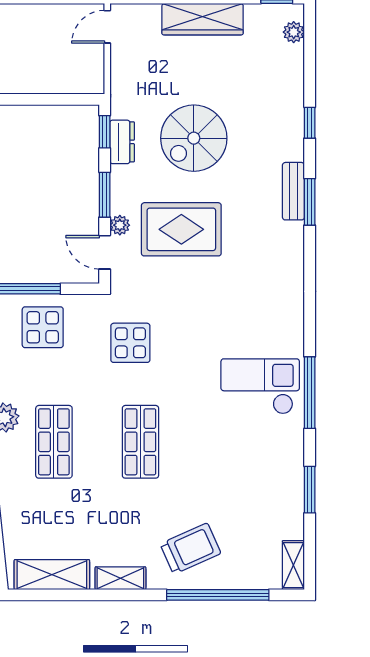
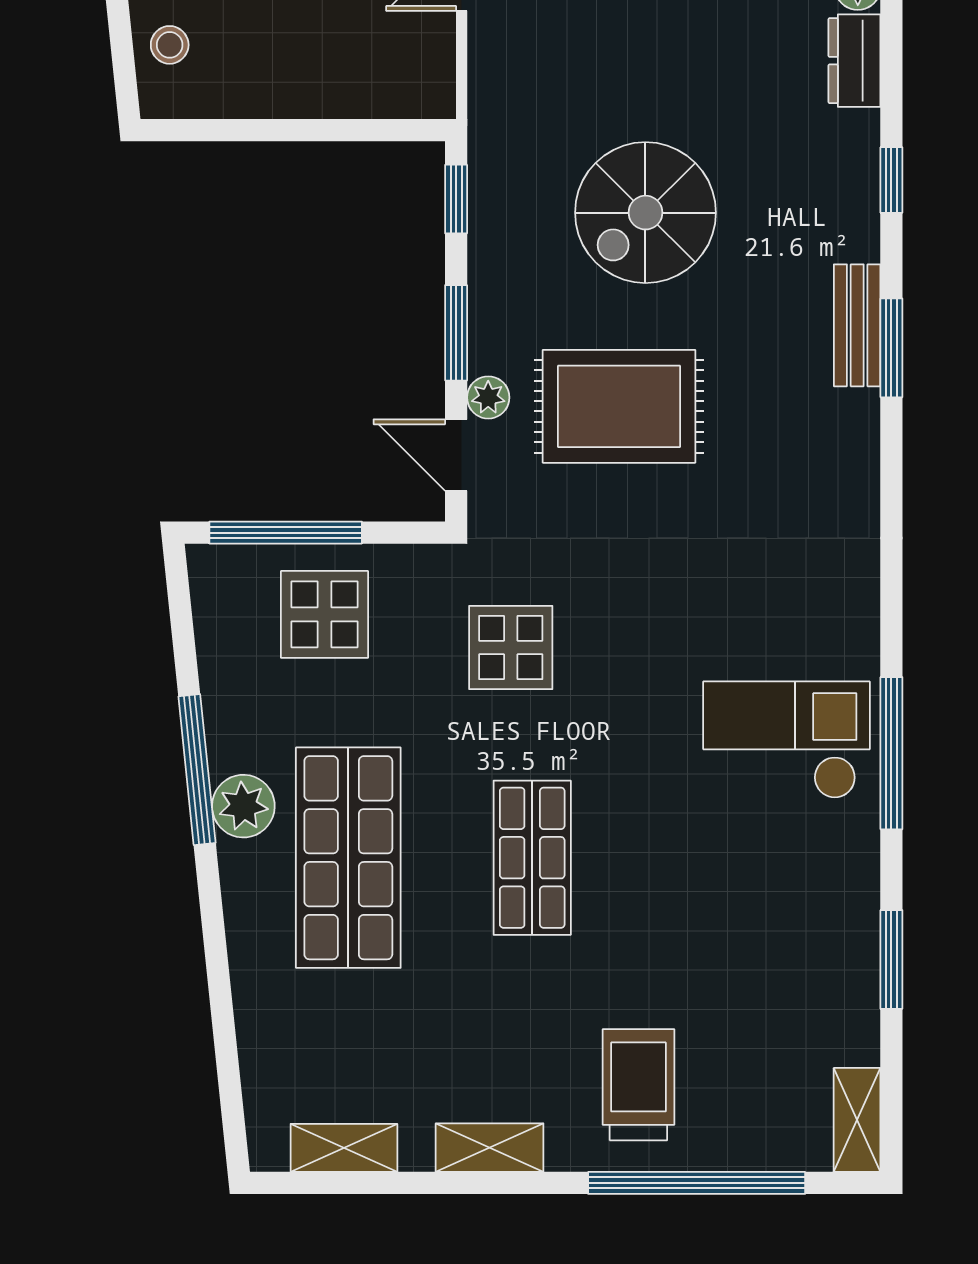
dresser: (122, 142) -> (854, 61), moved, turned 180
shop shelf: (54, 442) -> (348, 858), width x1.43, depth x1.36
trolley: (190, 549) -> (638, 1085), turned -66
shelving: (52, 575) -> (344, 1148), width x0.67, depth x0.75

